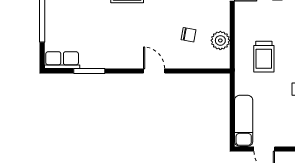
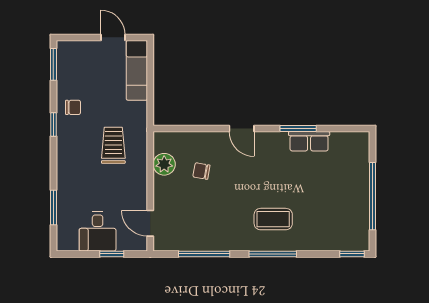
row of seats: (62, 60) -> (309, 141), moved
window: (89, 71) -> (298, 129), moved

